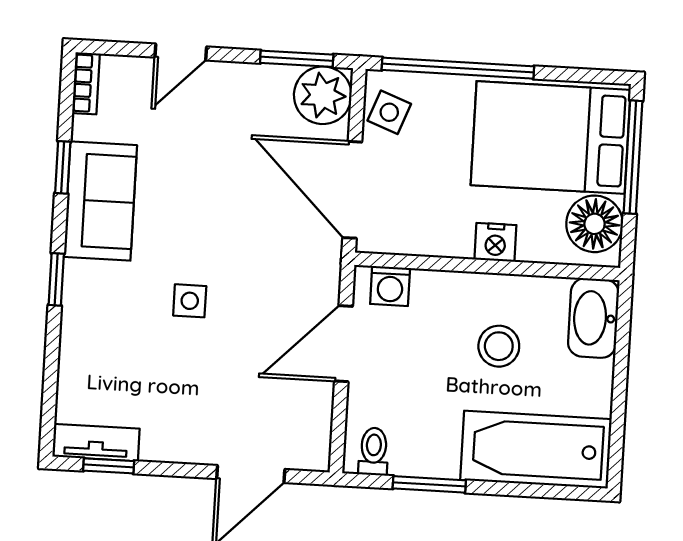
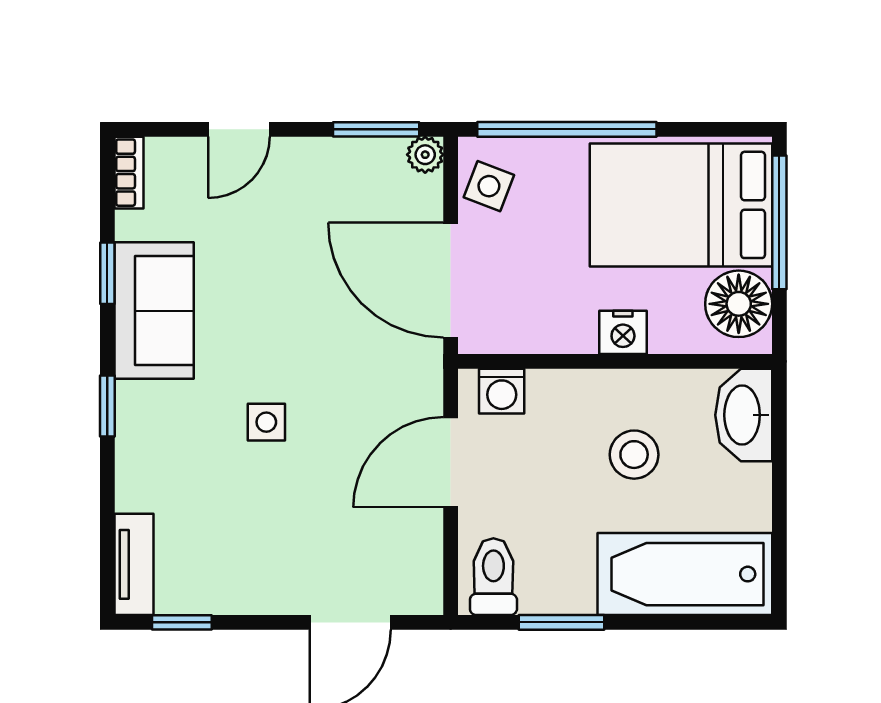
plant: (323, 95) -> (425, 155), width x0.53, depth x0.53
tv unit: (96, 443) -> (134, 564), moved, turned 90
toilet: (374, 451) -> (493, 577), width x1.37, depth x1.39

